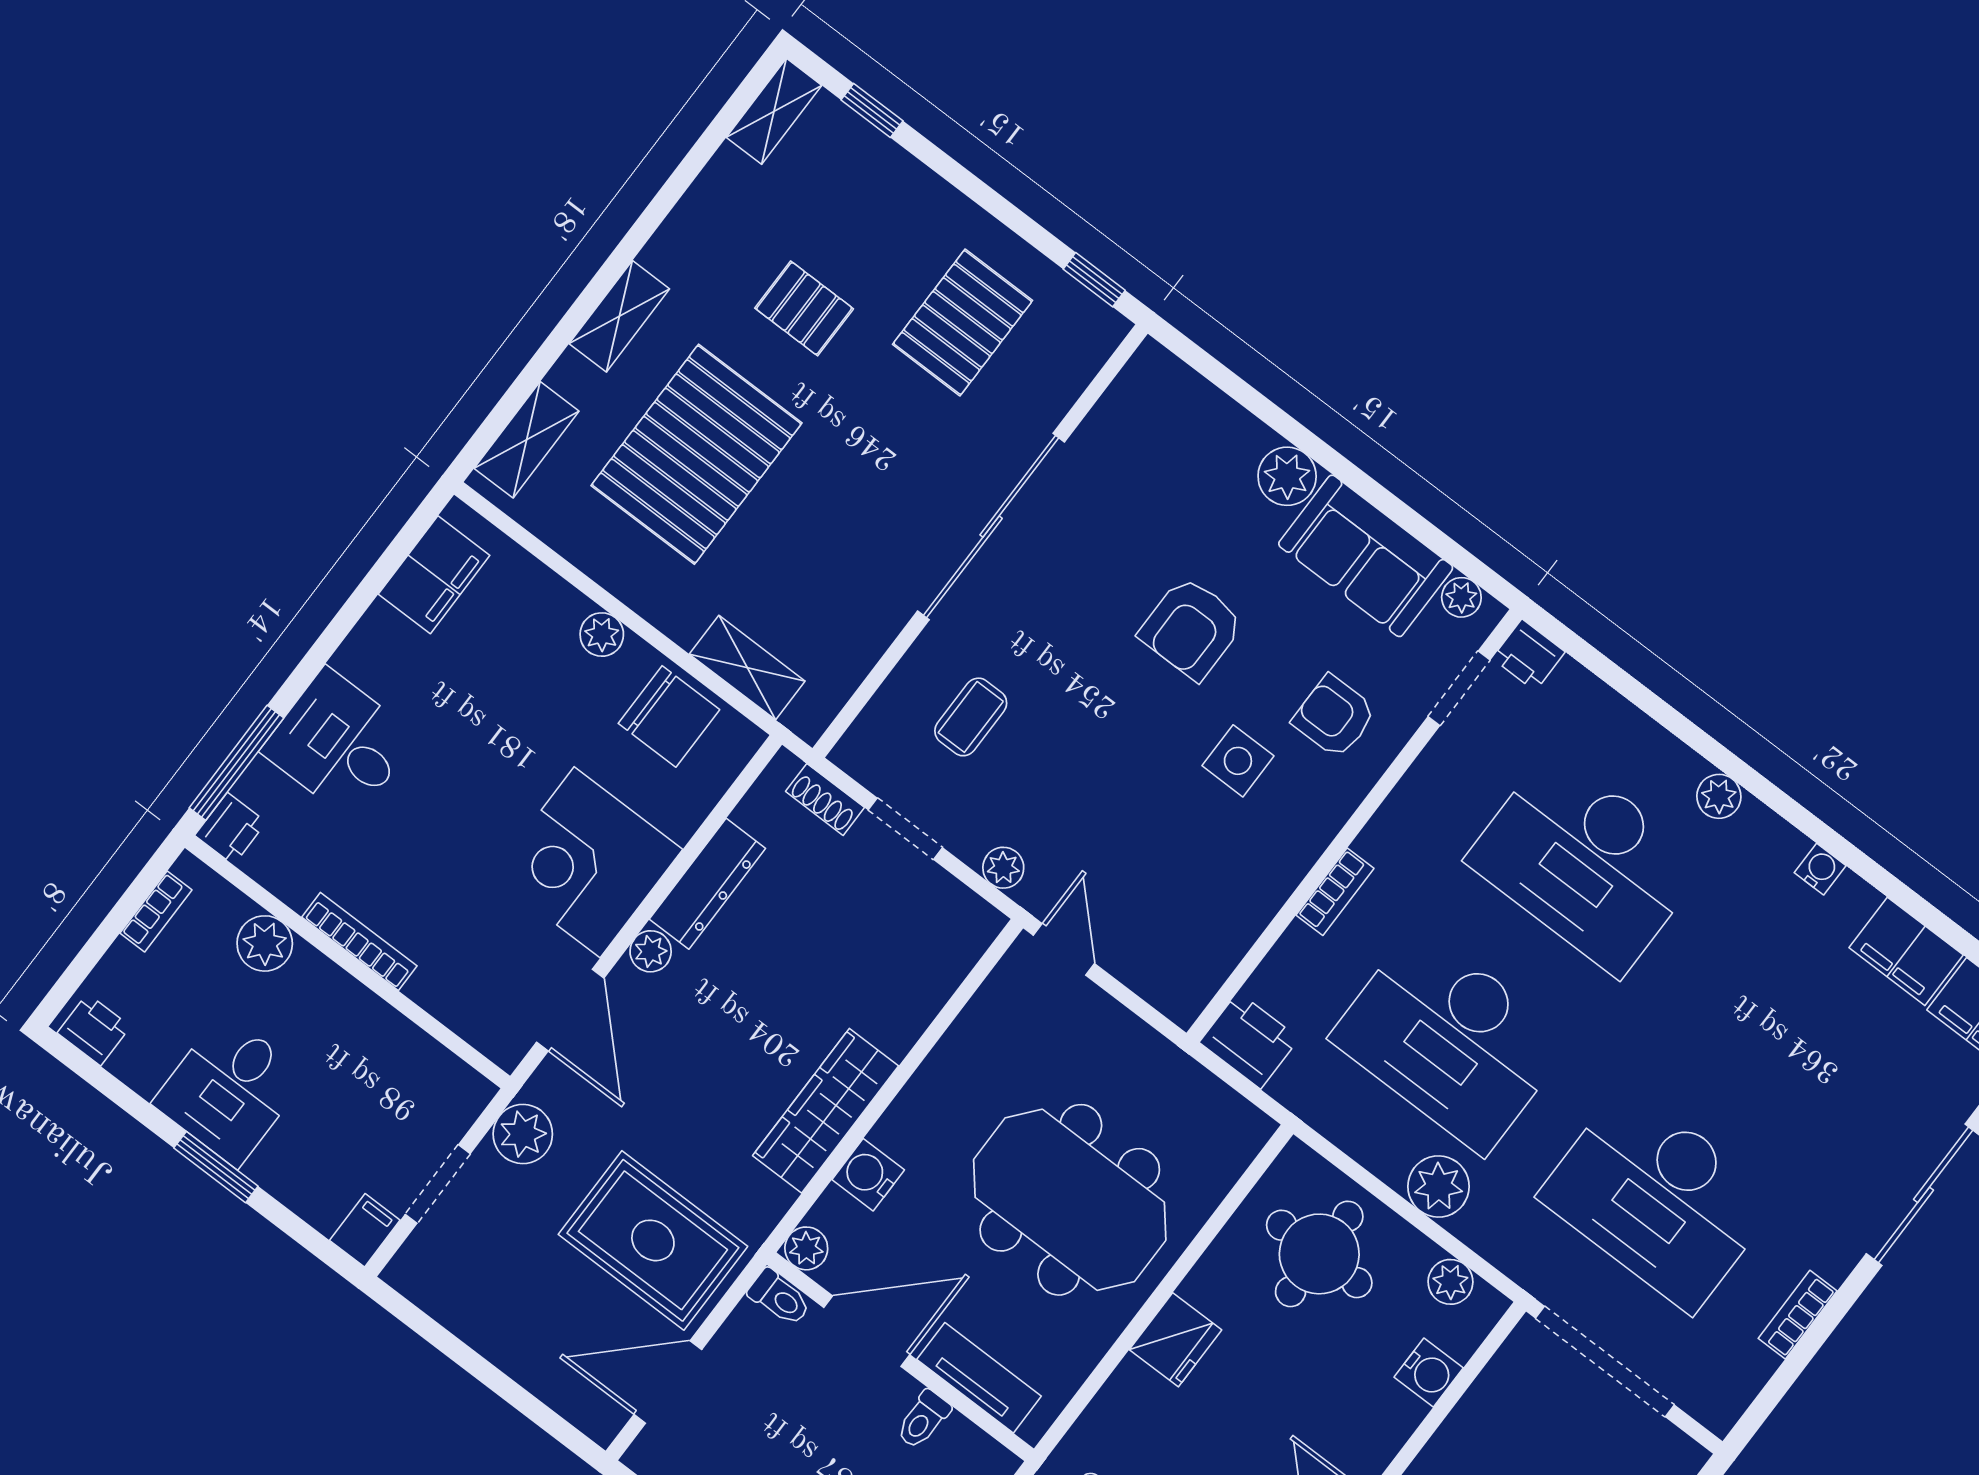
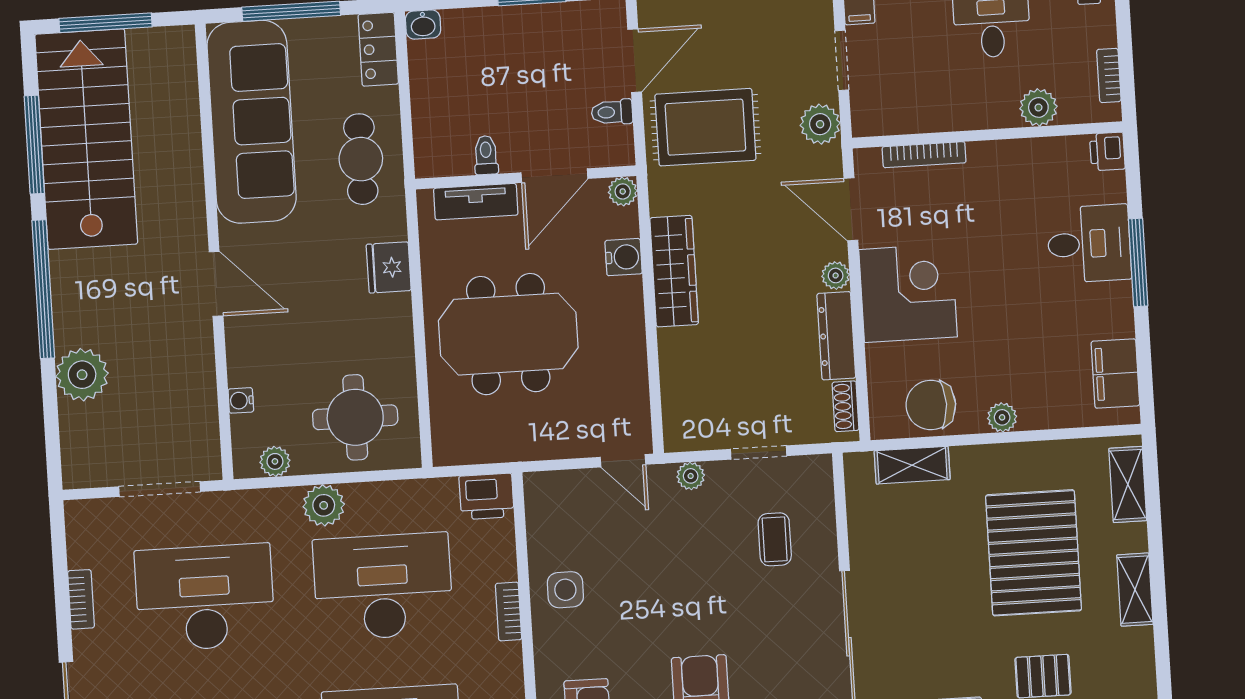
side table: (1238, 761) -> (565, 590), moved
window: (236, 763) -> (1138, 262), moved
shoe rack: (825, 799) -> (846, 406), moved, turned -90
bookcase: (359, 942) -> (924, 155), moved
toilet: (779, 1298) -> (612, 112), moved
fridge: (1175, 1340) -> (389, 267), moved
doorway: (1605, 1362) -> (160, 489), width x0.73
water cooler: (1429, 1373) -> (241, 400), width x0.72, depth x0.72

